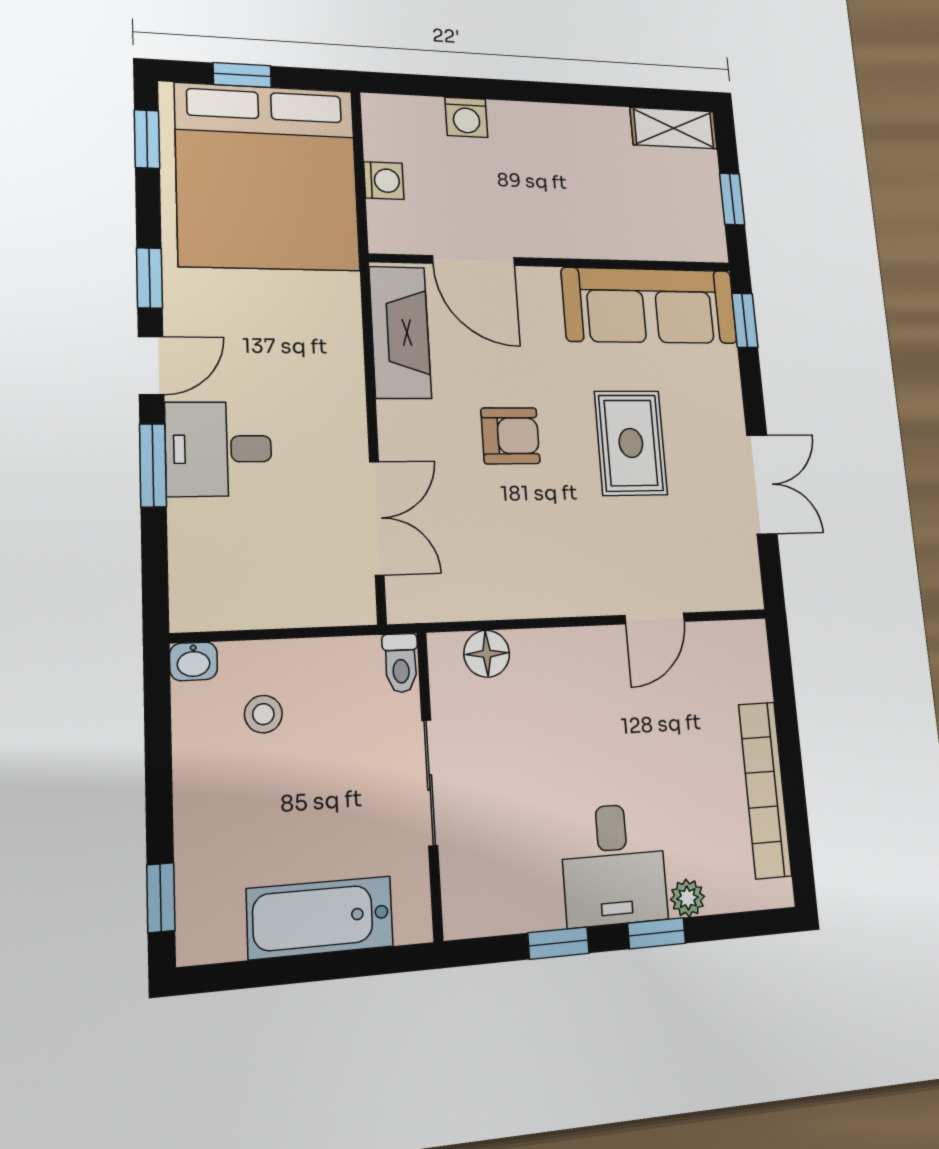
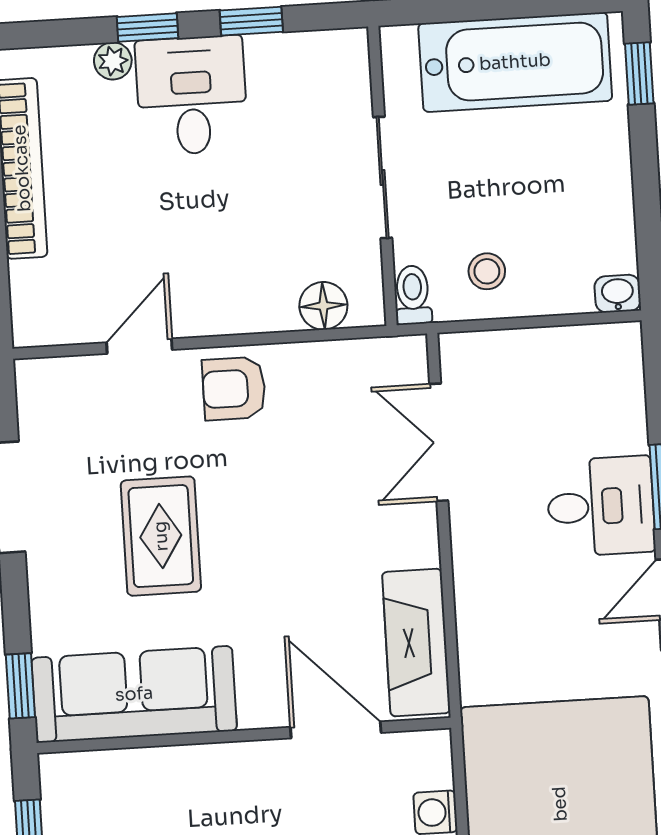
armchair: (510, 436) -> (234, 389), moved
stool: (263, 714) -> (487, 271), moved
bathtub: (320, 917) -> (515, 62), width x1.36, depth x1.36

